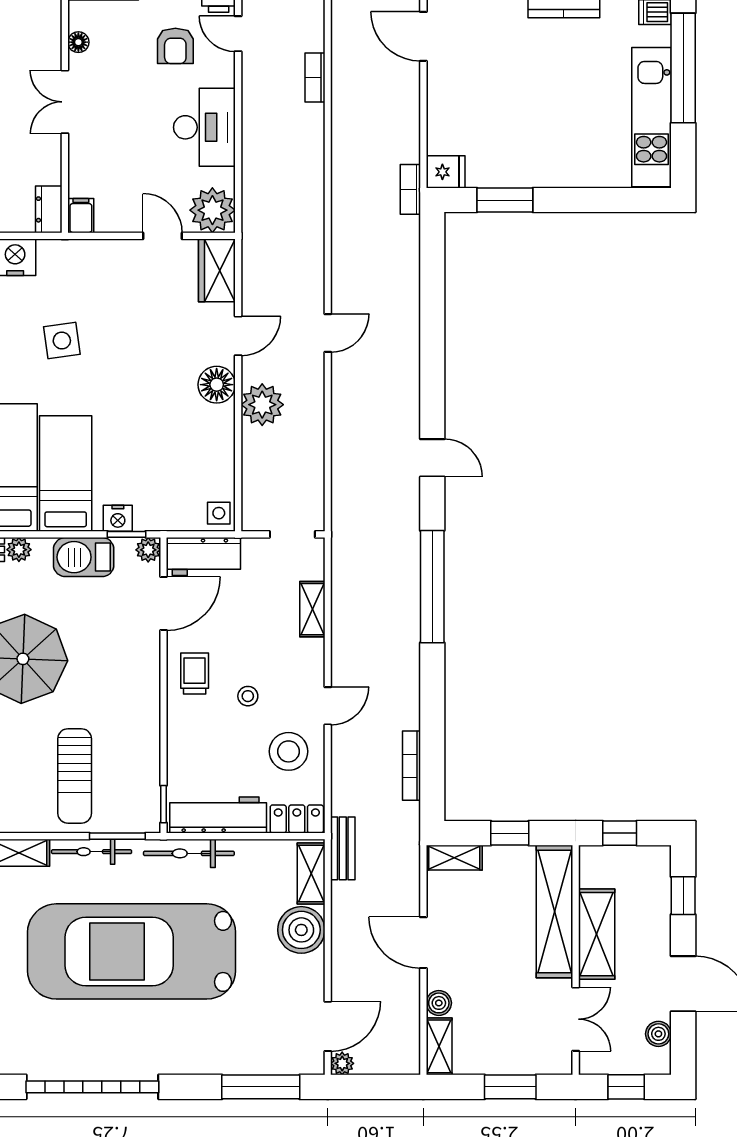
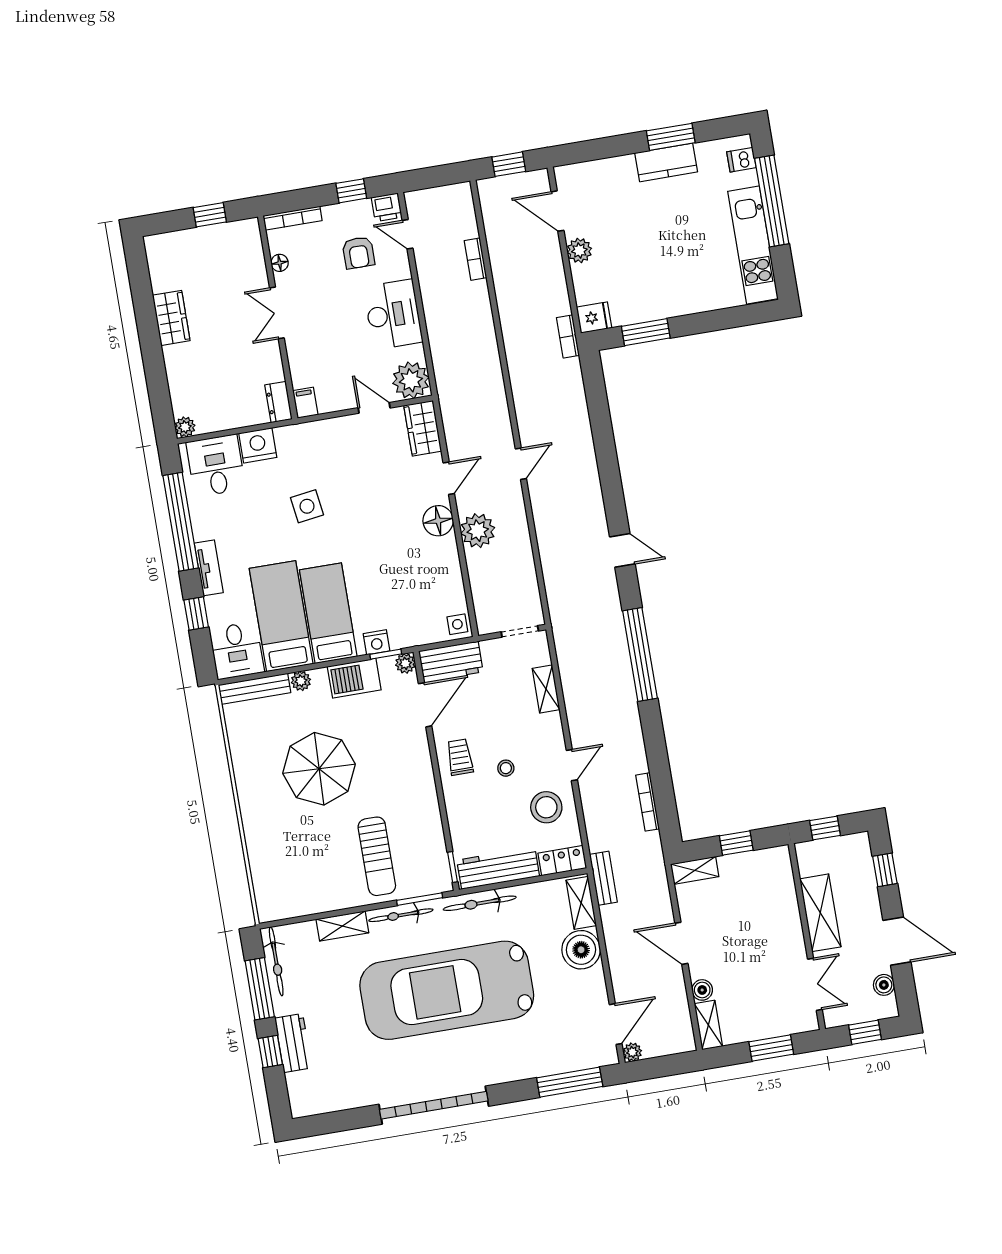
plant: (442, 88) -> (579, 251), added
shelving: (554, 911) -> (783, 900), removed

